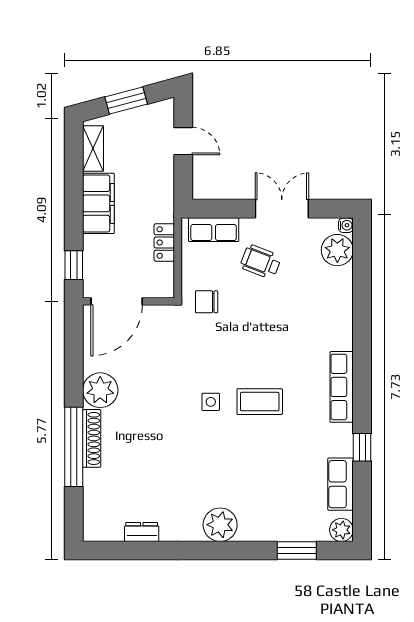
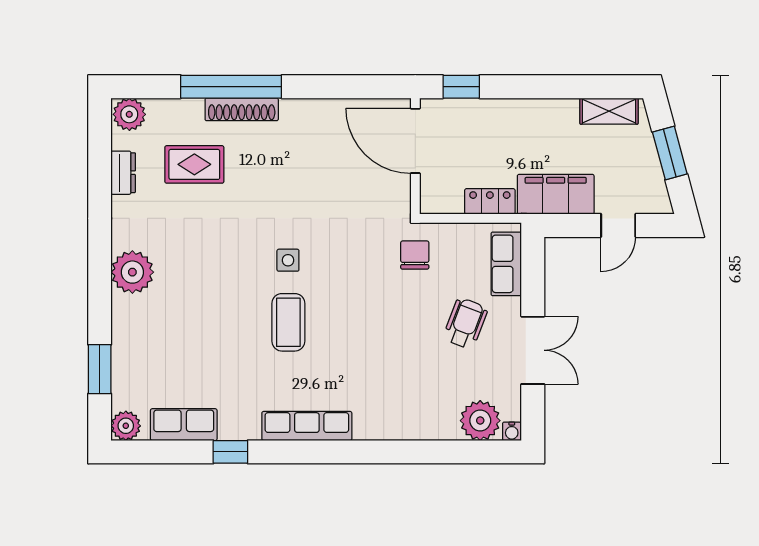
filing cabinet: (98, 203) -> (556, 194), moved, turned 180
plant: (100, 390) -> (129, 114), moved, width x0.73, depth x0.73
rug: (135, 476) -> (194, 164), added

